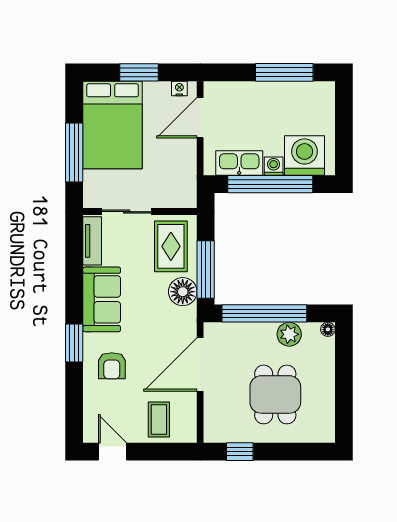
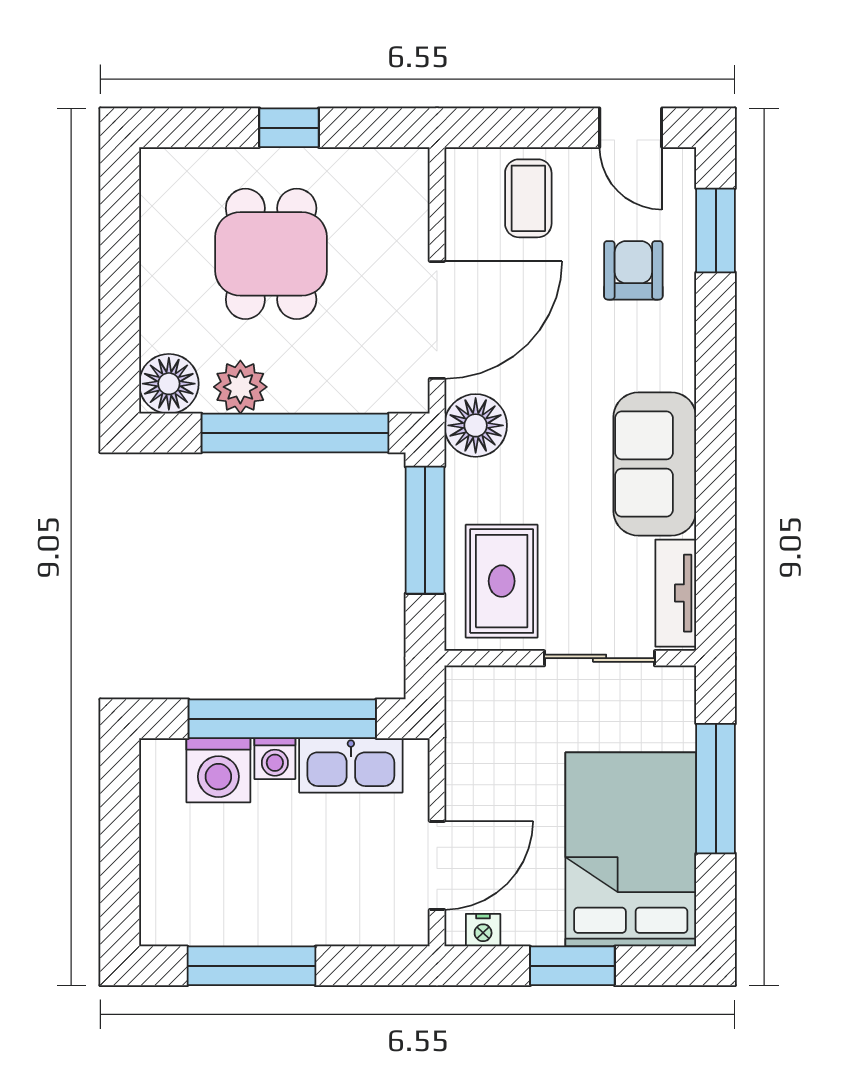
washing machine: (304, 155) -> (218, 770), width x0.73, depth x0.73
floor lamp: (183, 292) -> (476, 425), moved
floor lamp: (328, 329) -> (169, 384), width x1.89, depth x1.89
window: (74, 343) -> (716, 230), moved
armchair: (112, 366) -> (633, 270), moved
window: (240, 452) -> (289, 128), moved

